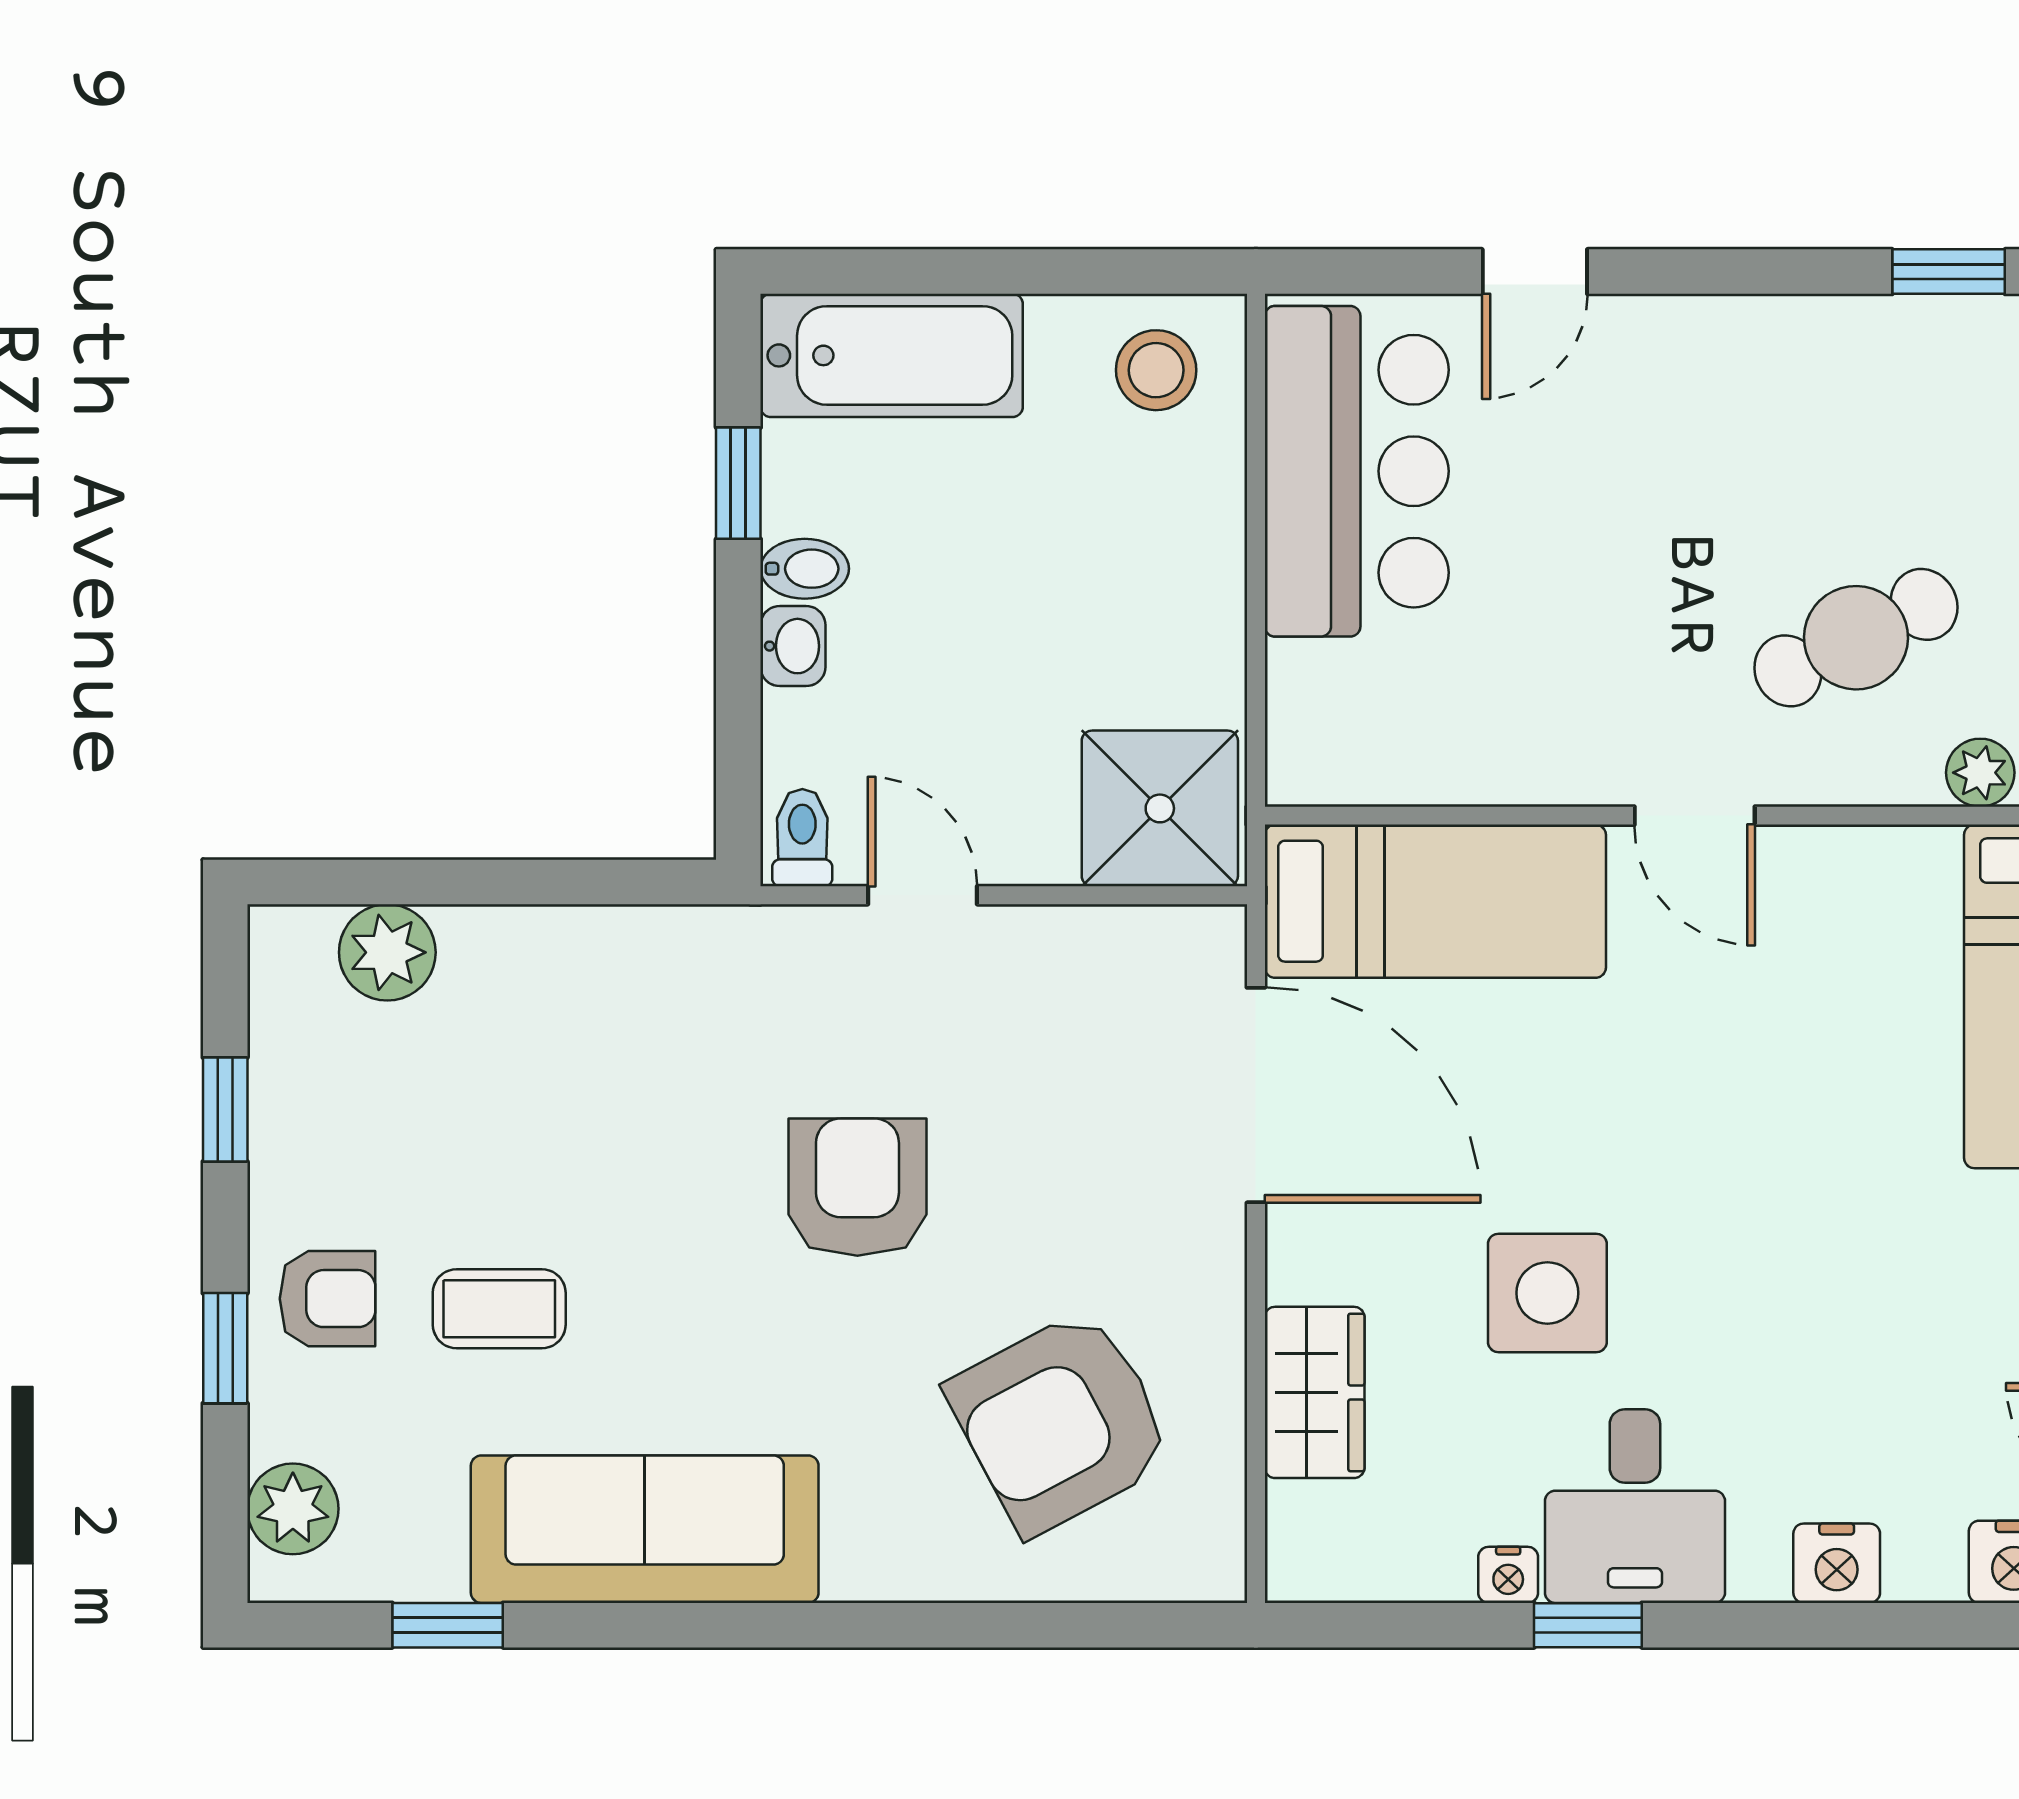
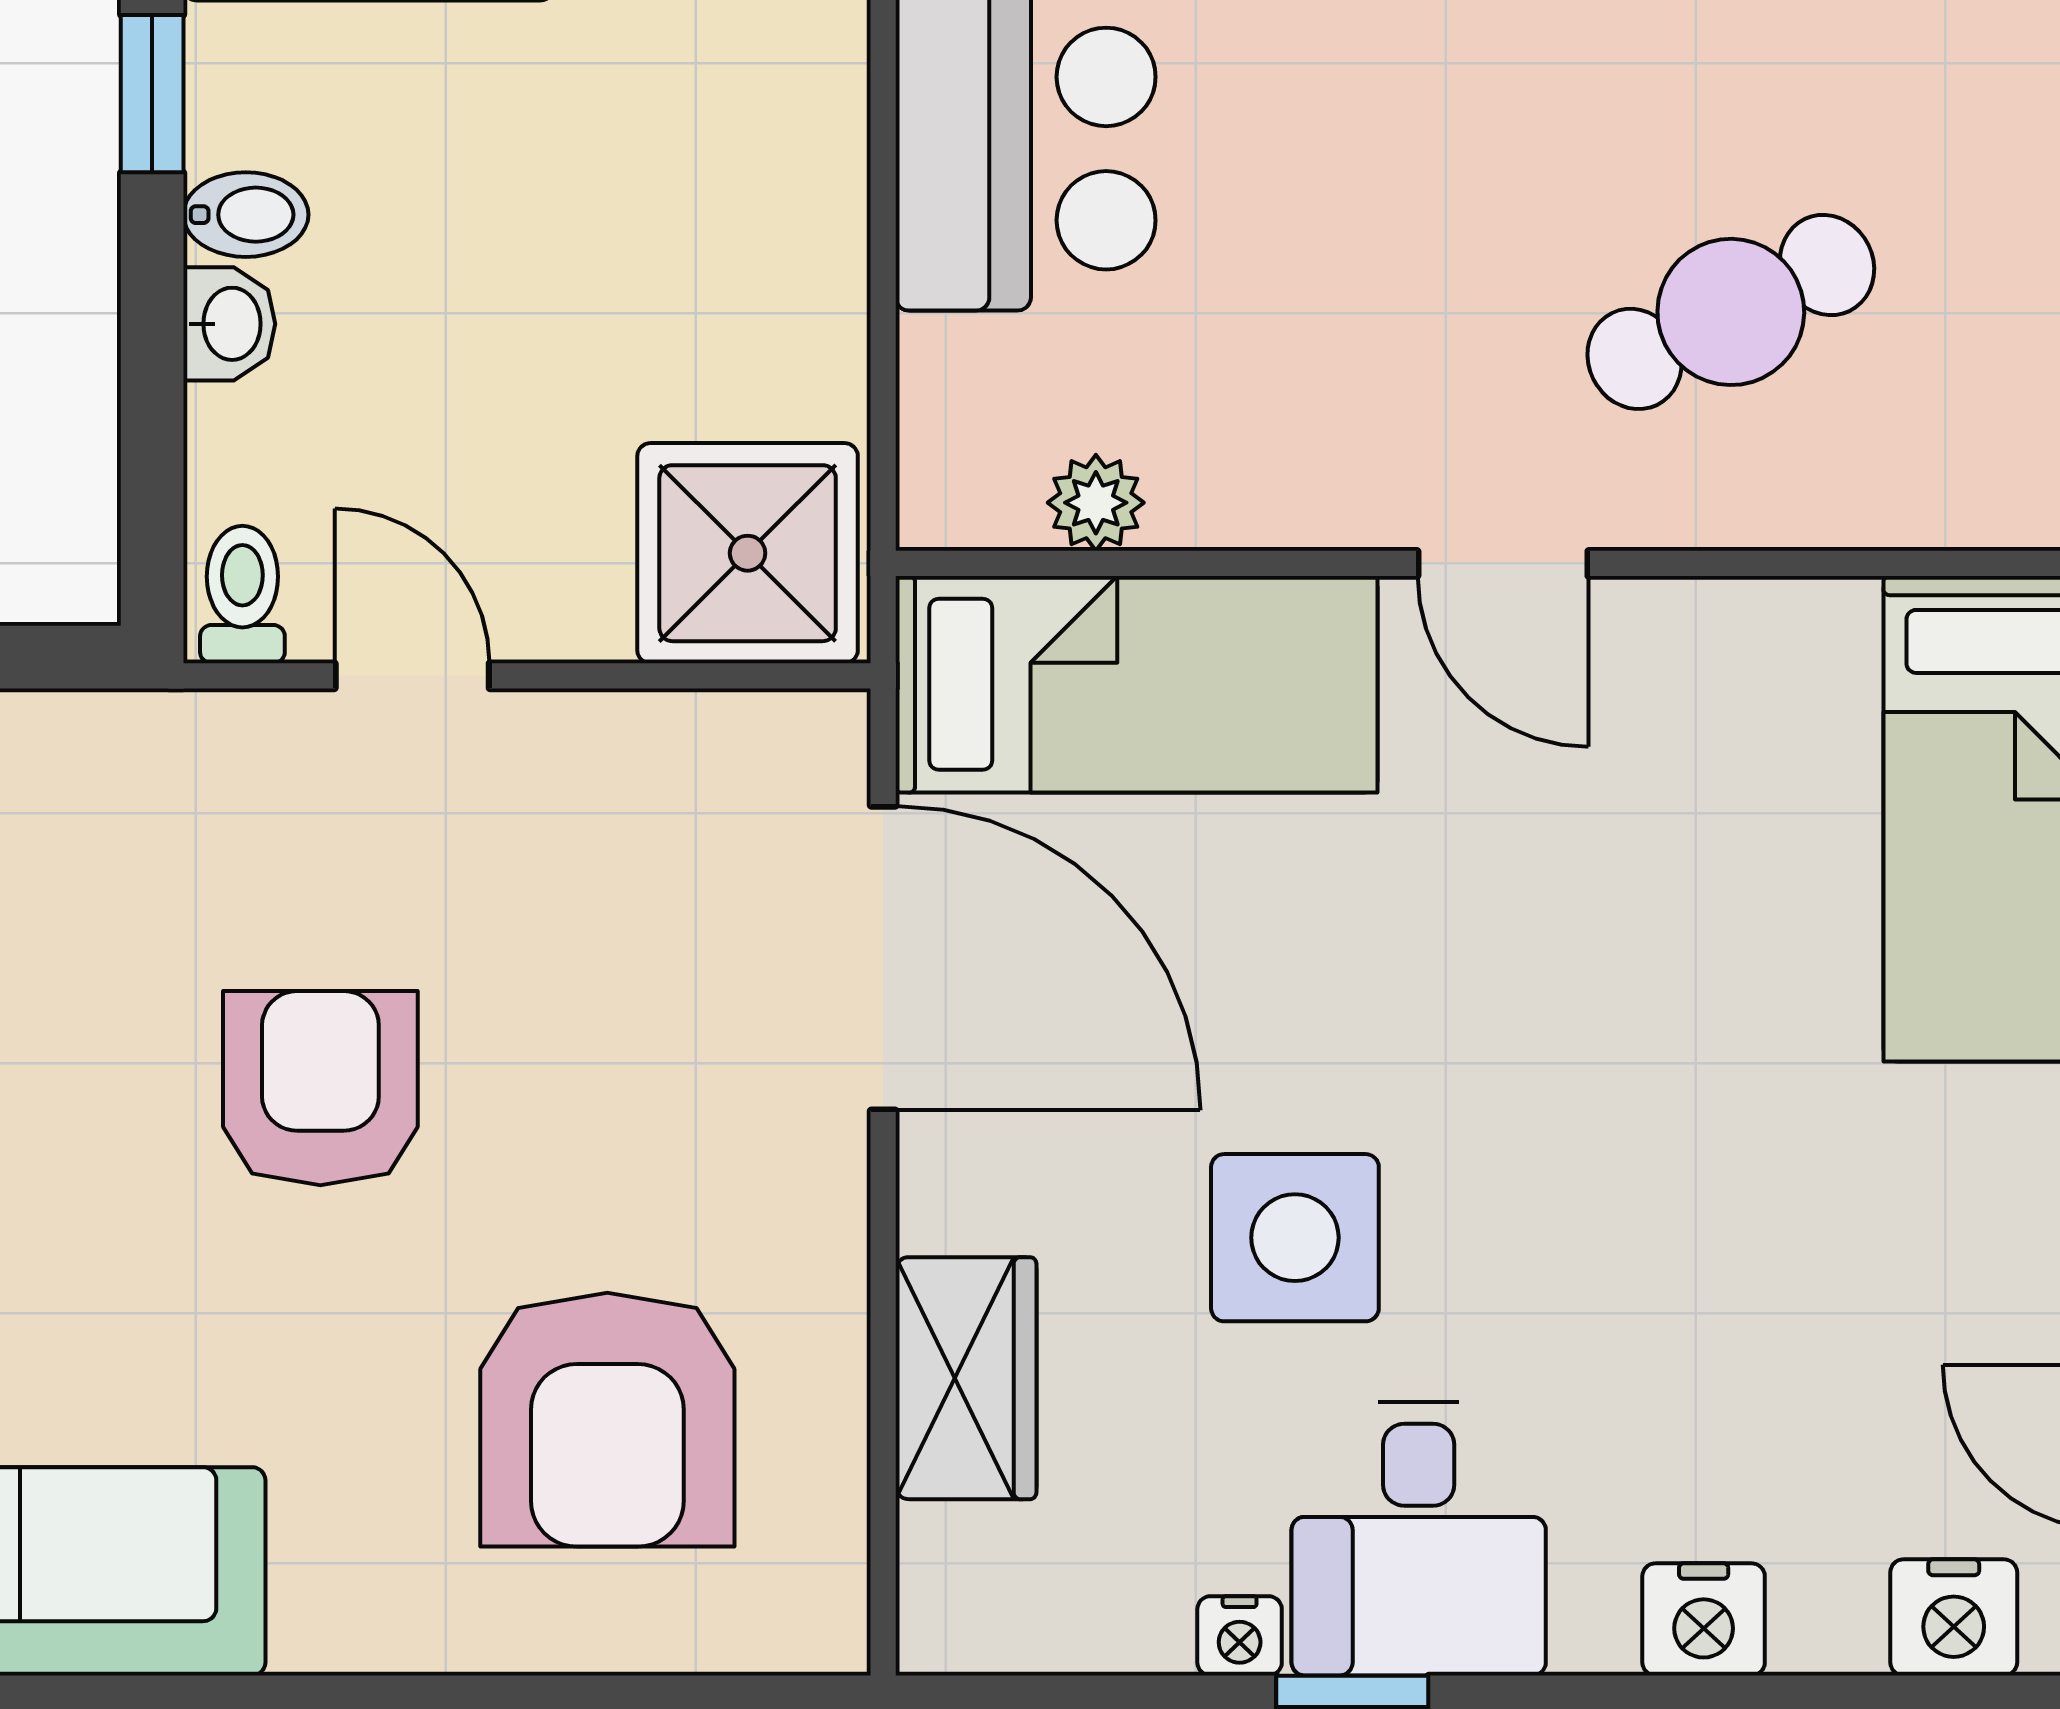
plant: (1980, 773) -> (1096, 503), moved
armchair: (1061, 1422) -> (607, 1420), turned -62

